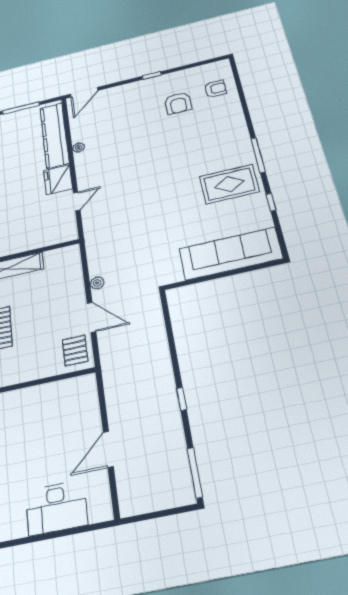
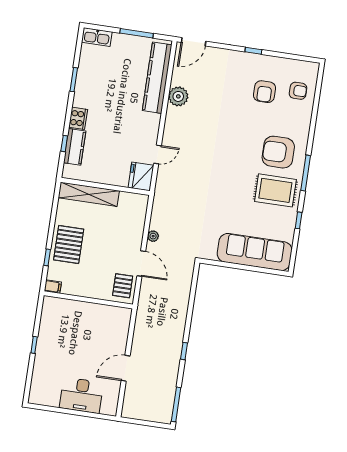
plant: (78, 148) -> (178, 96), width x1.88, depth x1.88
armchair: (217, 148) -> (278, 152), added
fridge: (58, 180) -> (141, 176), moved

